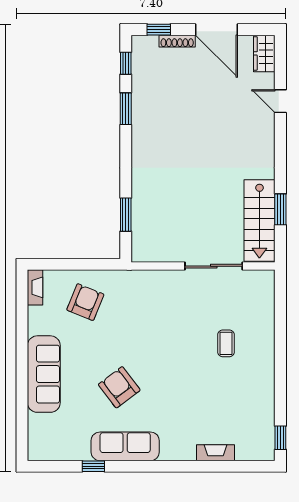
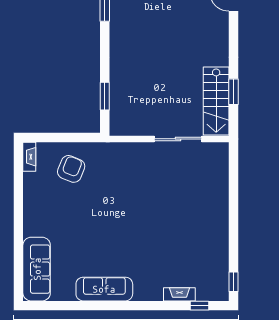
coffee table: (226, 343) -> (188, 203), removed
sofa: (44, 374) -> (37, 269), moved
armchair: (119, 387) -> (99, 240), removed
window: (93, 466) -> (199, 306), moved

